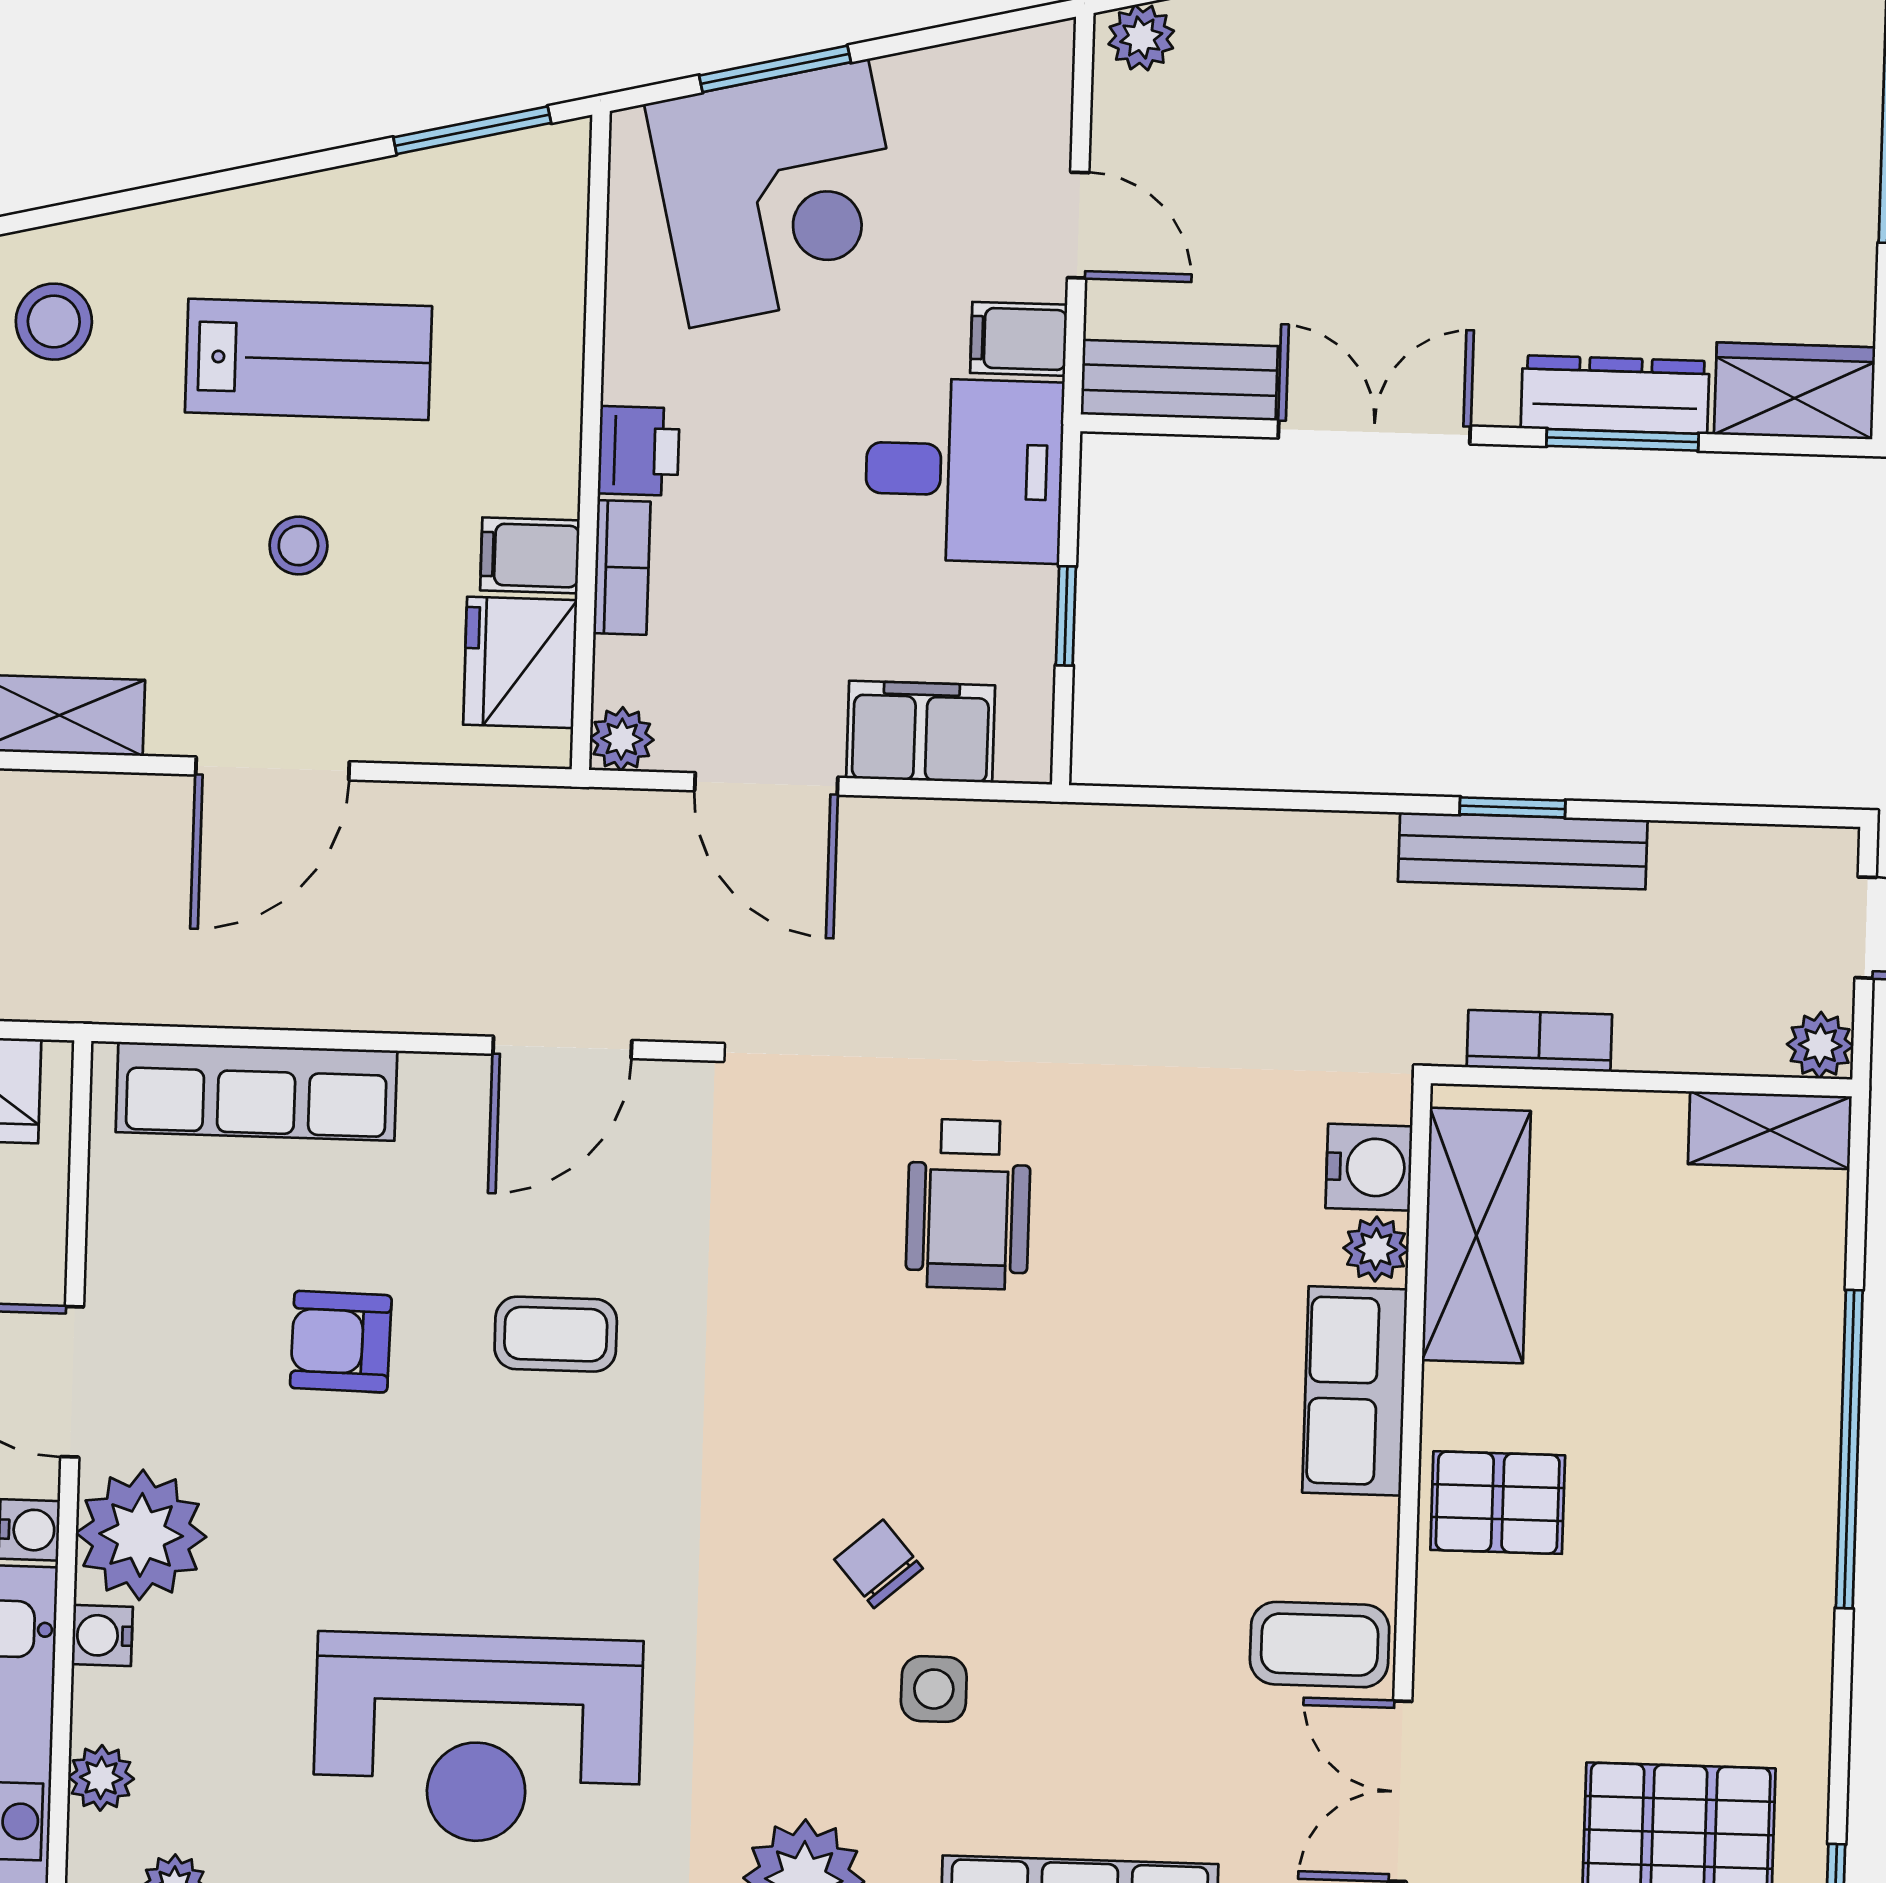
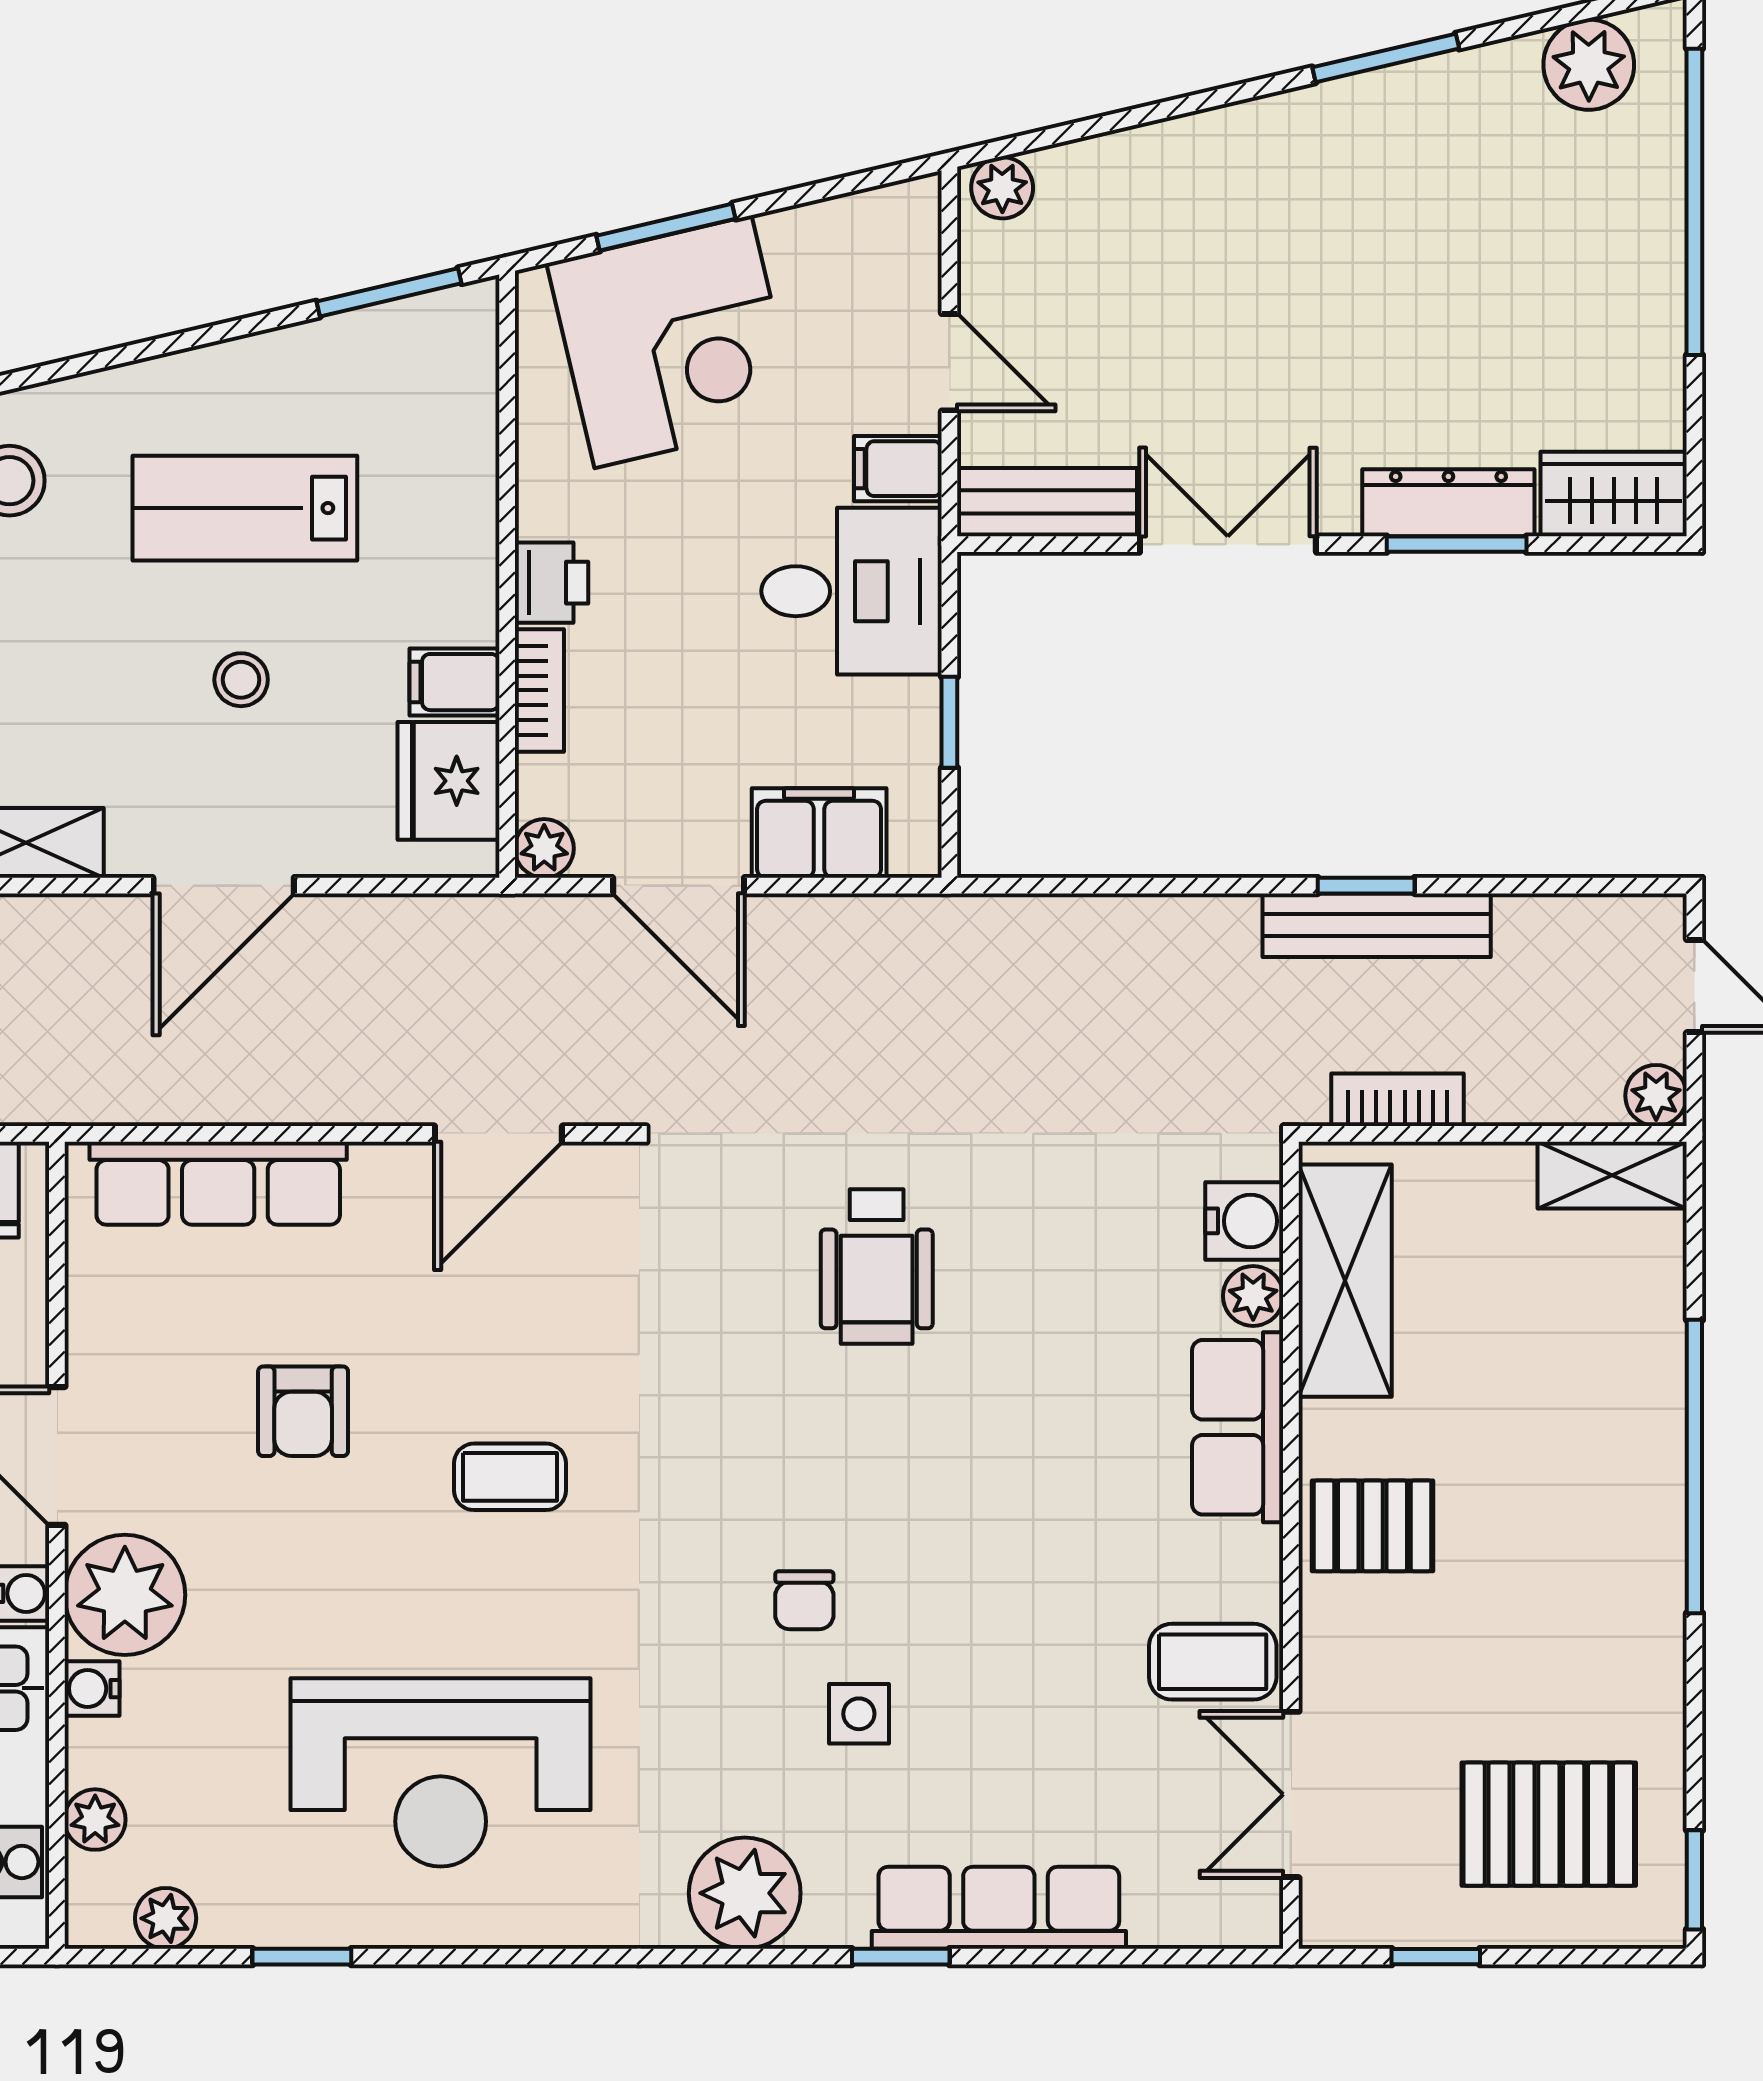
lab bench: (308, 359) -> (245, 508), turned 180
coffee table: (556, 1334) -> (510, 1477), moved
armchair: (341, 1342) -> (303, 1411), turned -91
chair: (879, 1564) -> (804, 1600), turned -139

